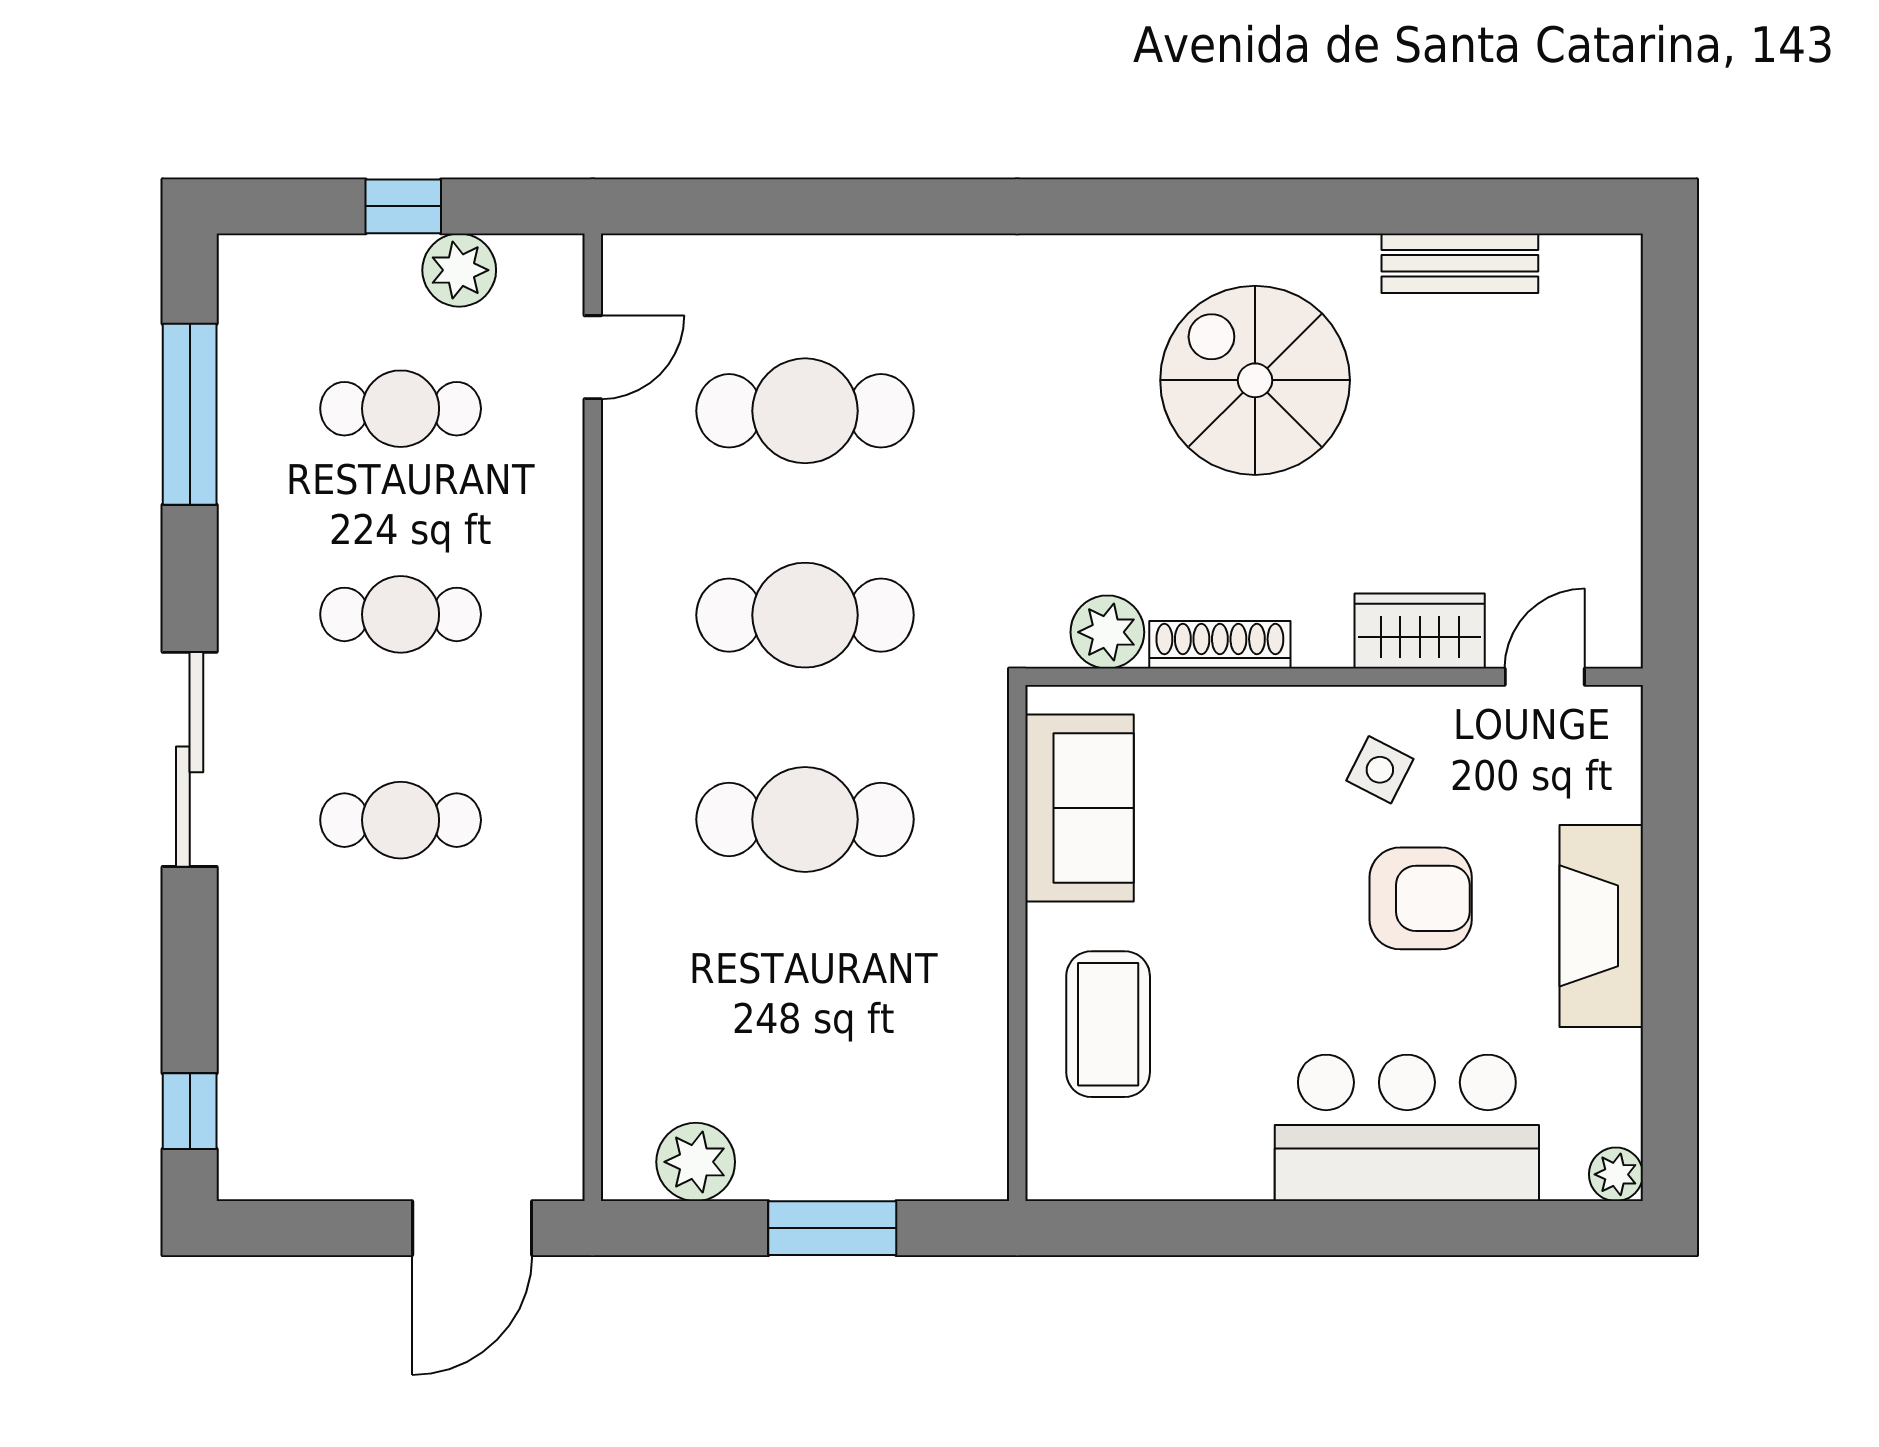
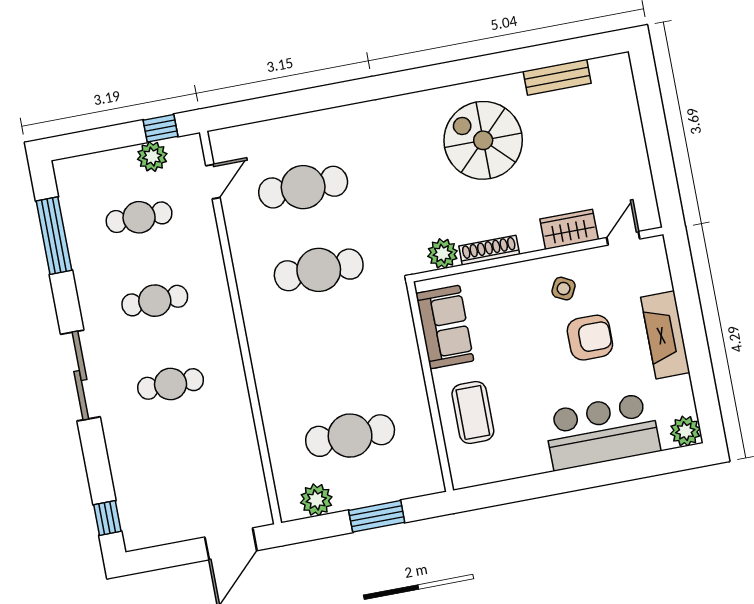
window: (403, 206) -> (161, 128), moved
cafe table: (805, 819) -> (350, 436), moved
plant: (1616, 1174) -> (685, 431), width x1.38, depth x1.38

